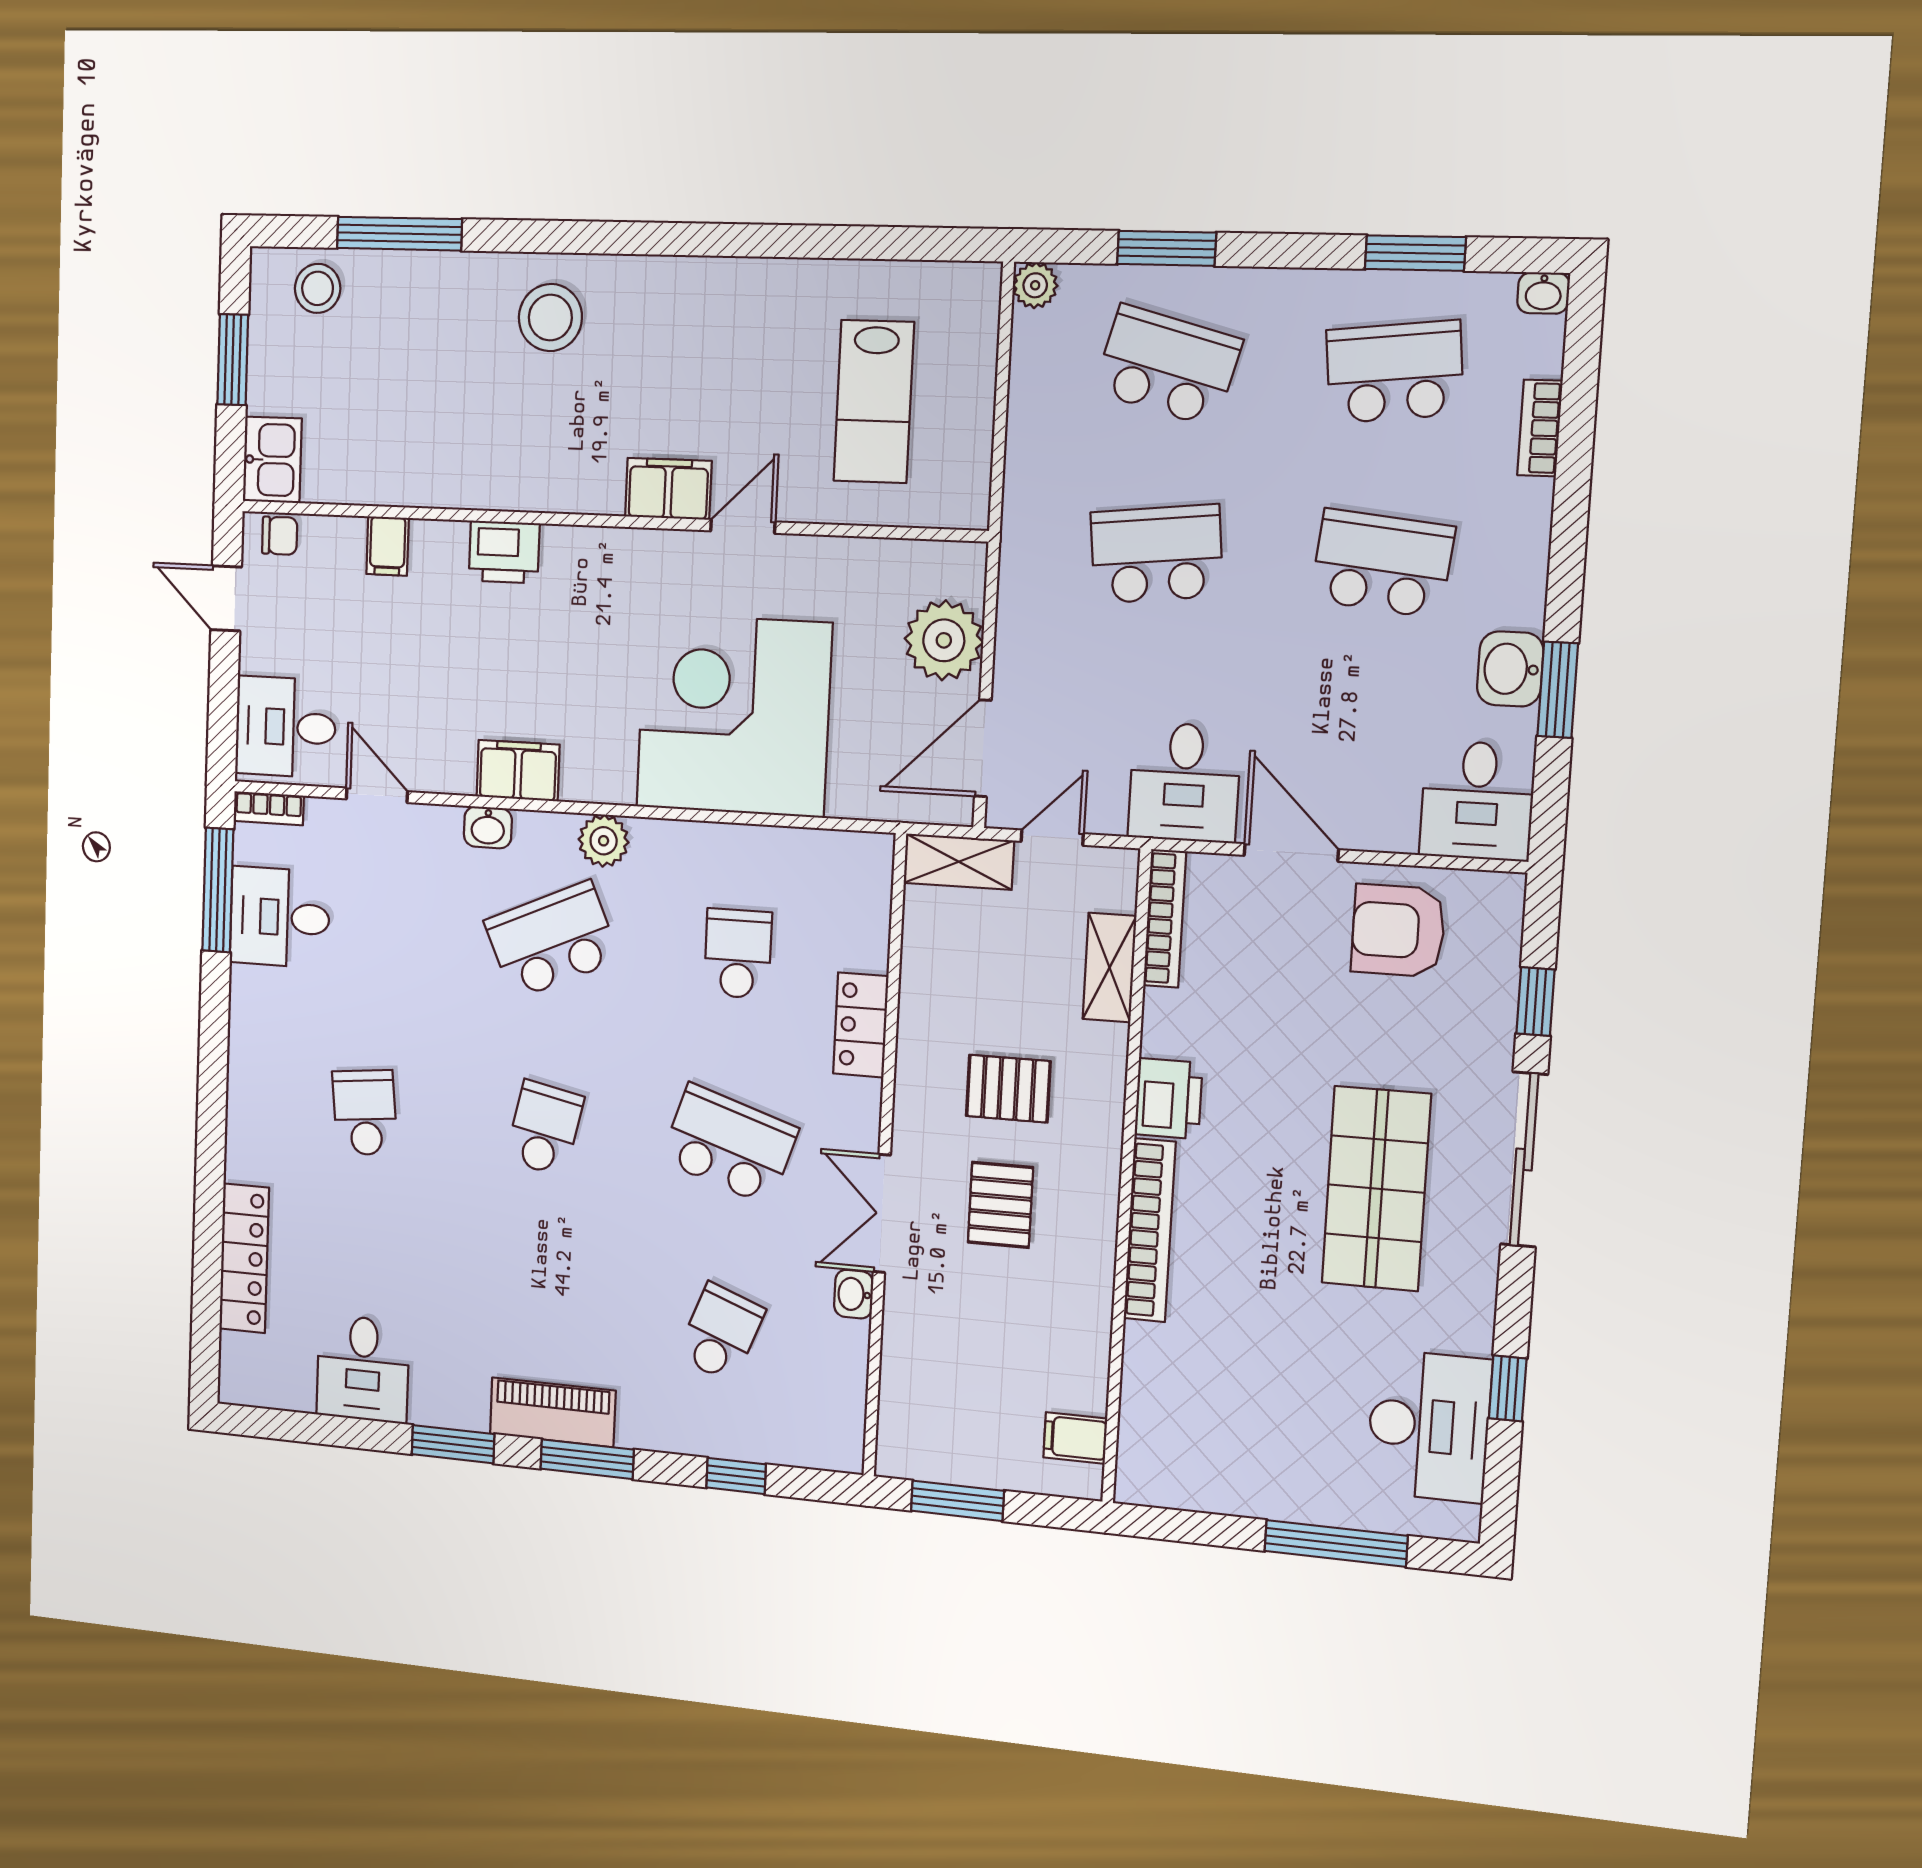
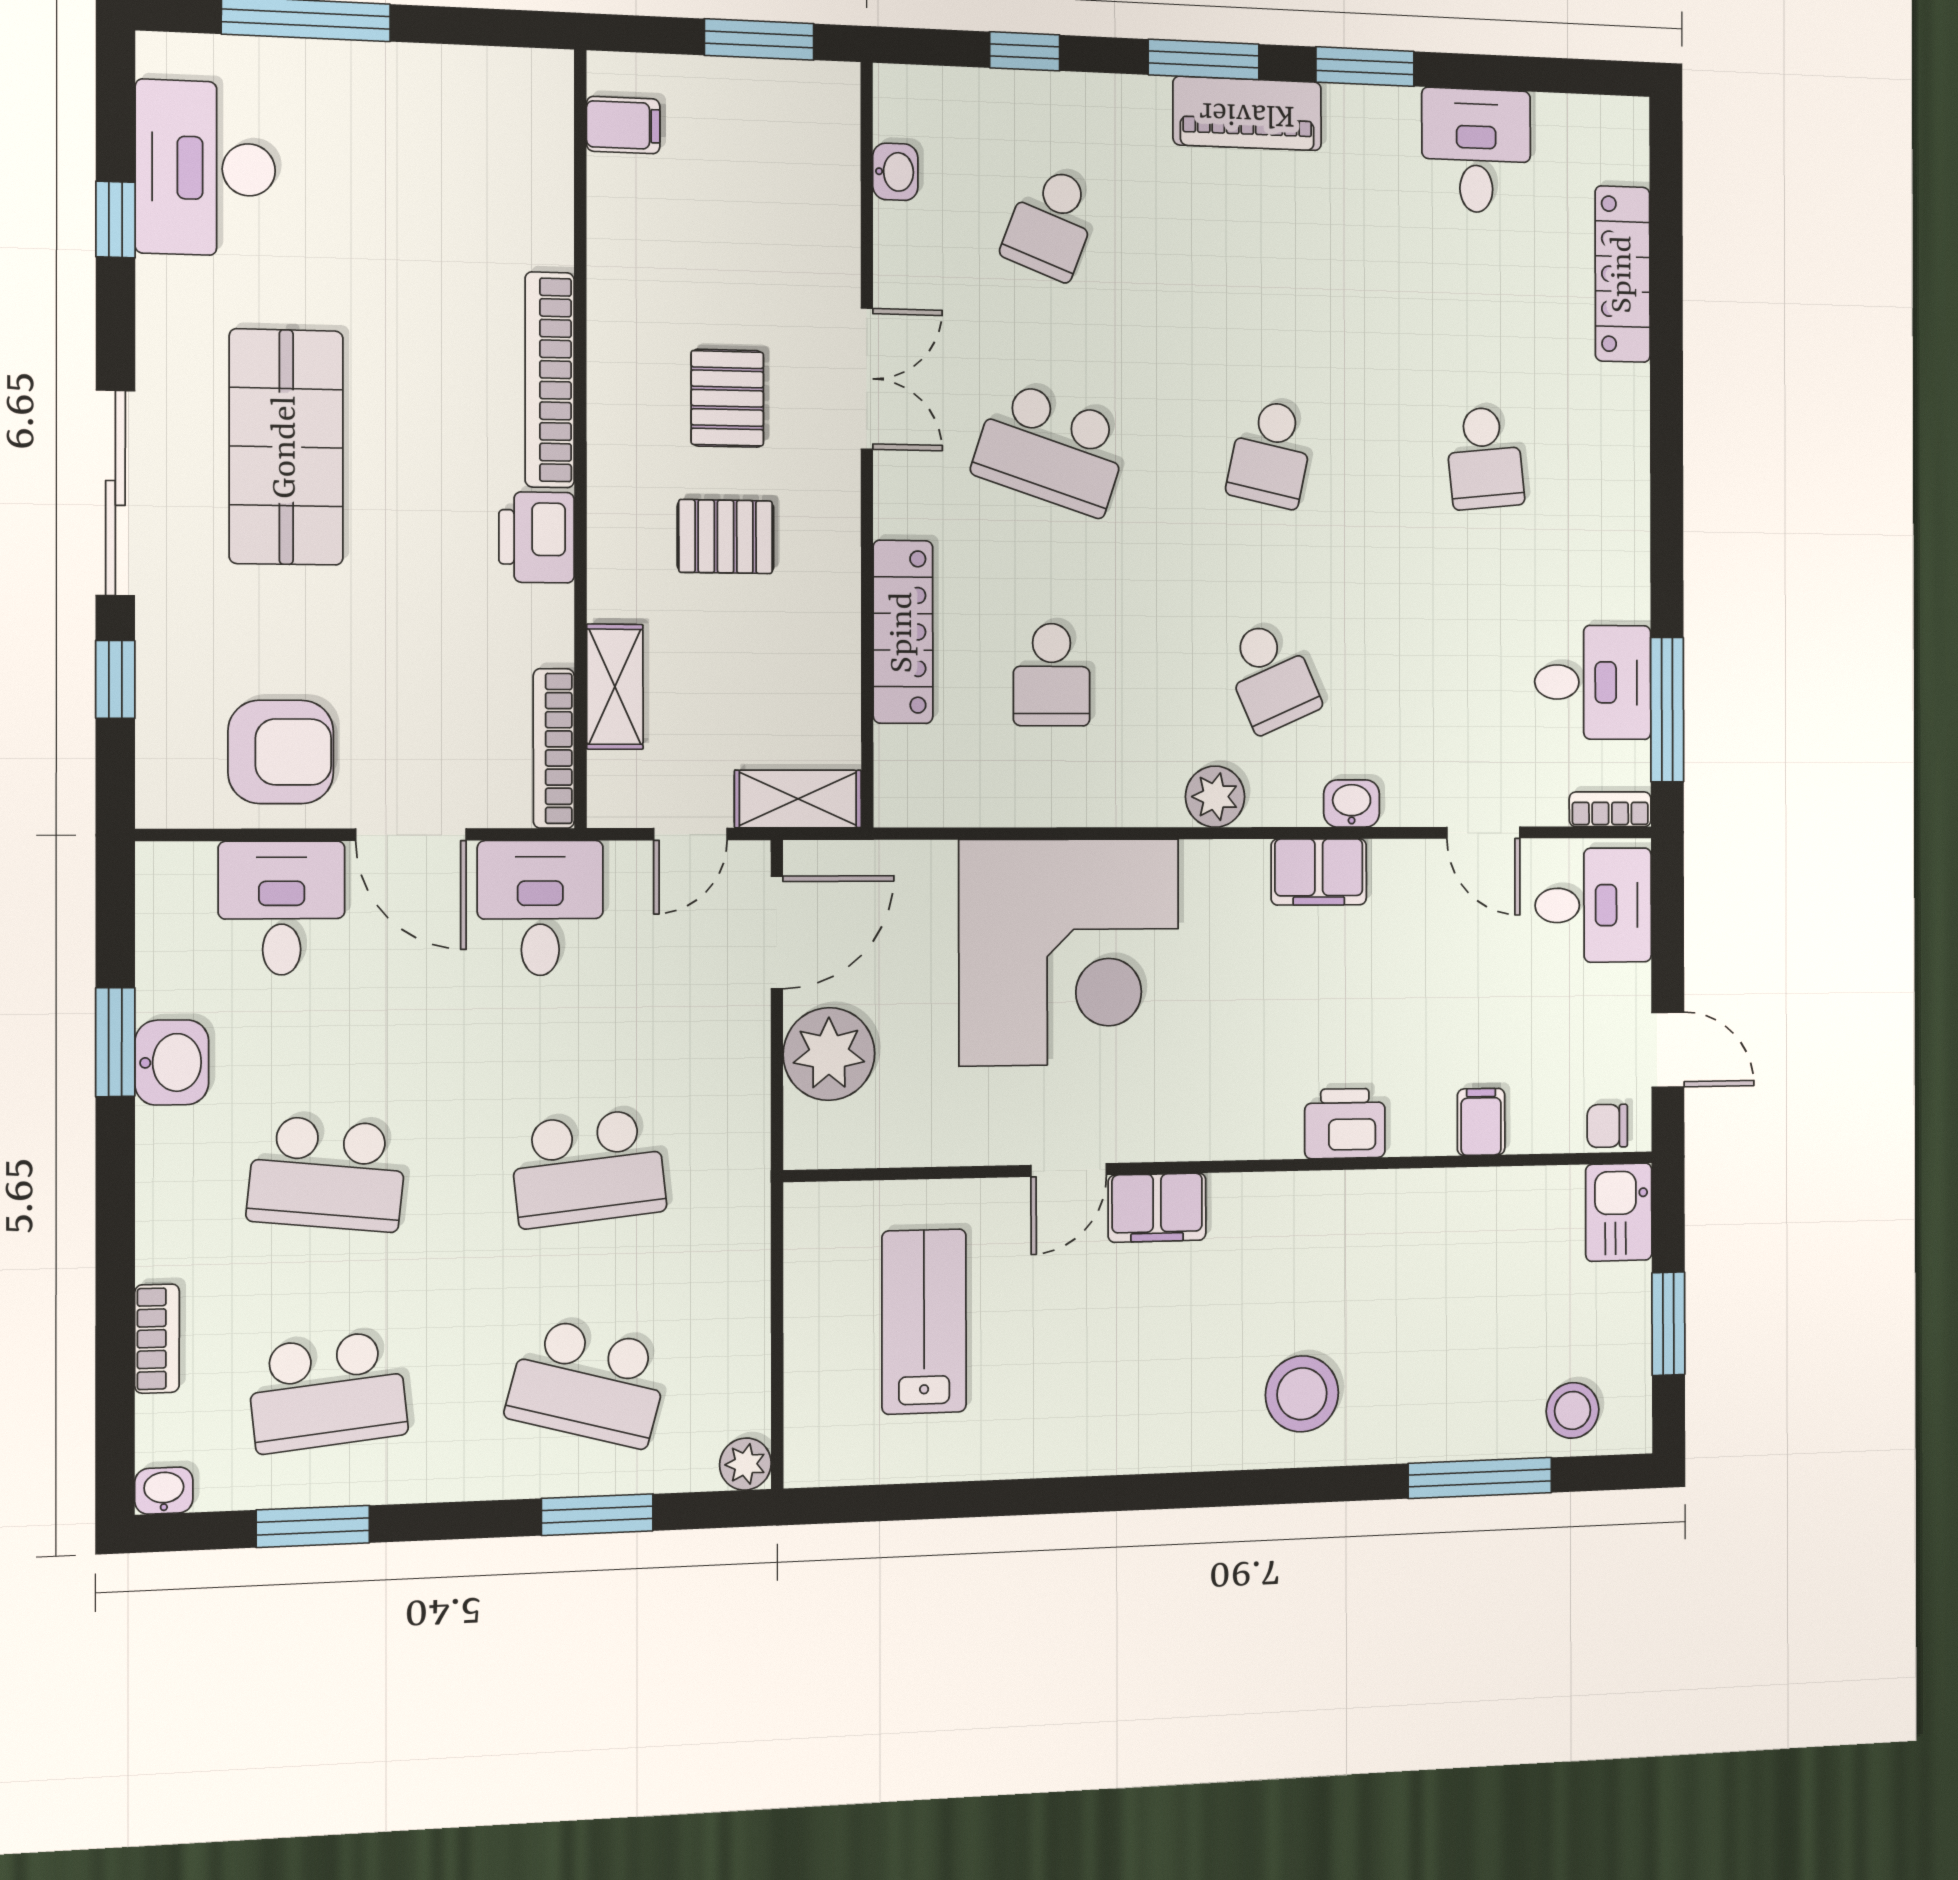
desk: (1477, 801) -> (282, 908), moved
school desk: (552, 940) -> (1271, 676), width x0.54
locker: (861, 1025) -> (903, 632), width x1.53
washbasin: (854, 1294) -> (895, 172), moved

